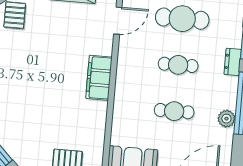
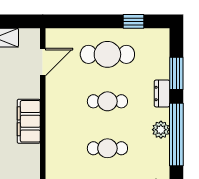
plant: (226, 119) -> (161, 130), moved

